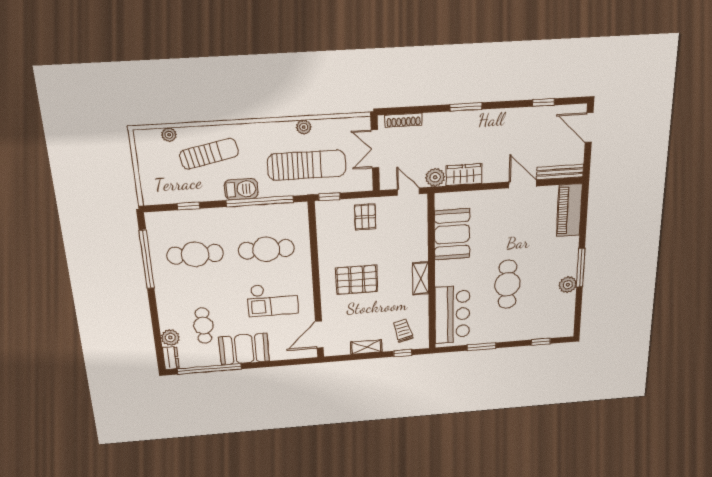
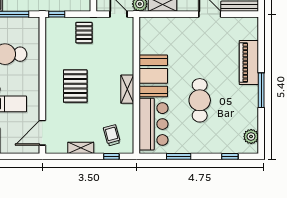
piano: (569, 210) -> (249, 63), moved
booth: (452, 234) -> (153, 76), moved
pallet: (357, 280) -> (75, 86), turned 90
plant: (568, 285) -> (251, 136), moved

